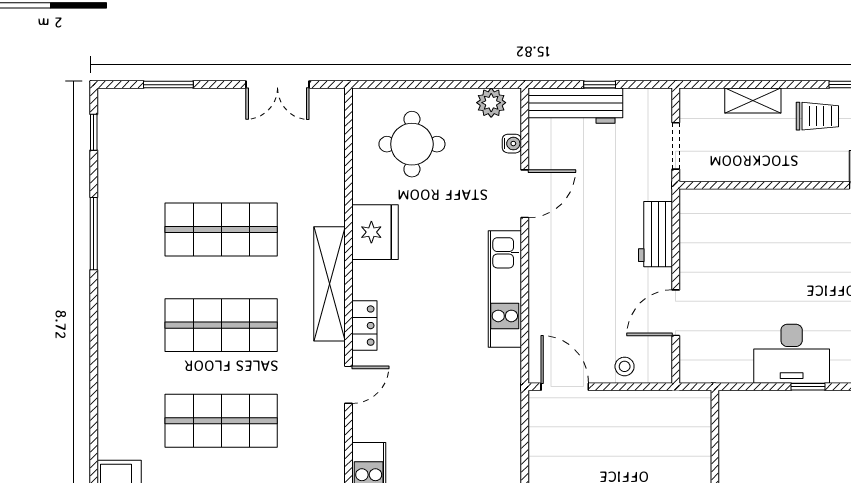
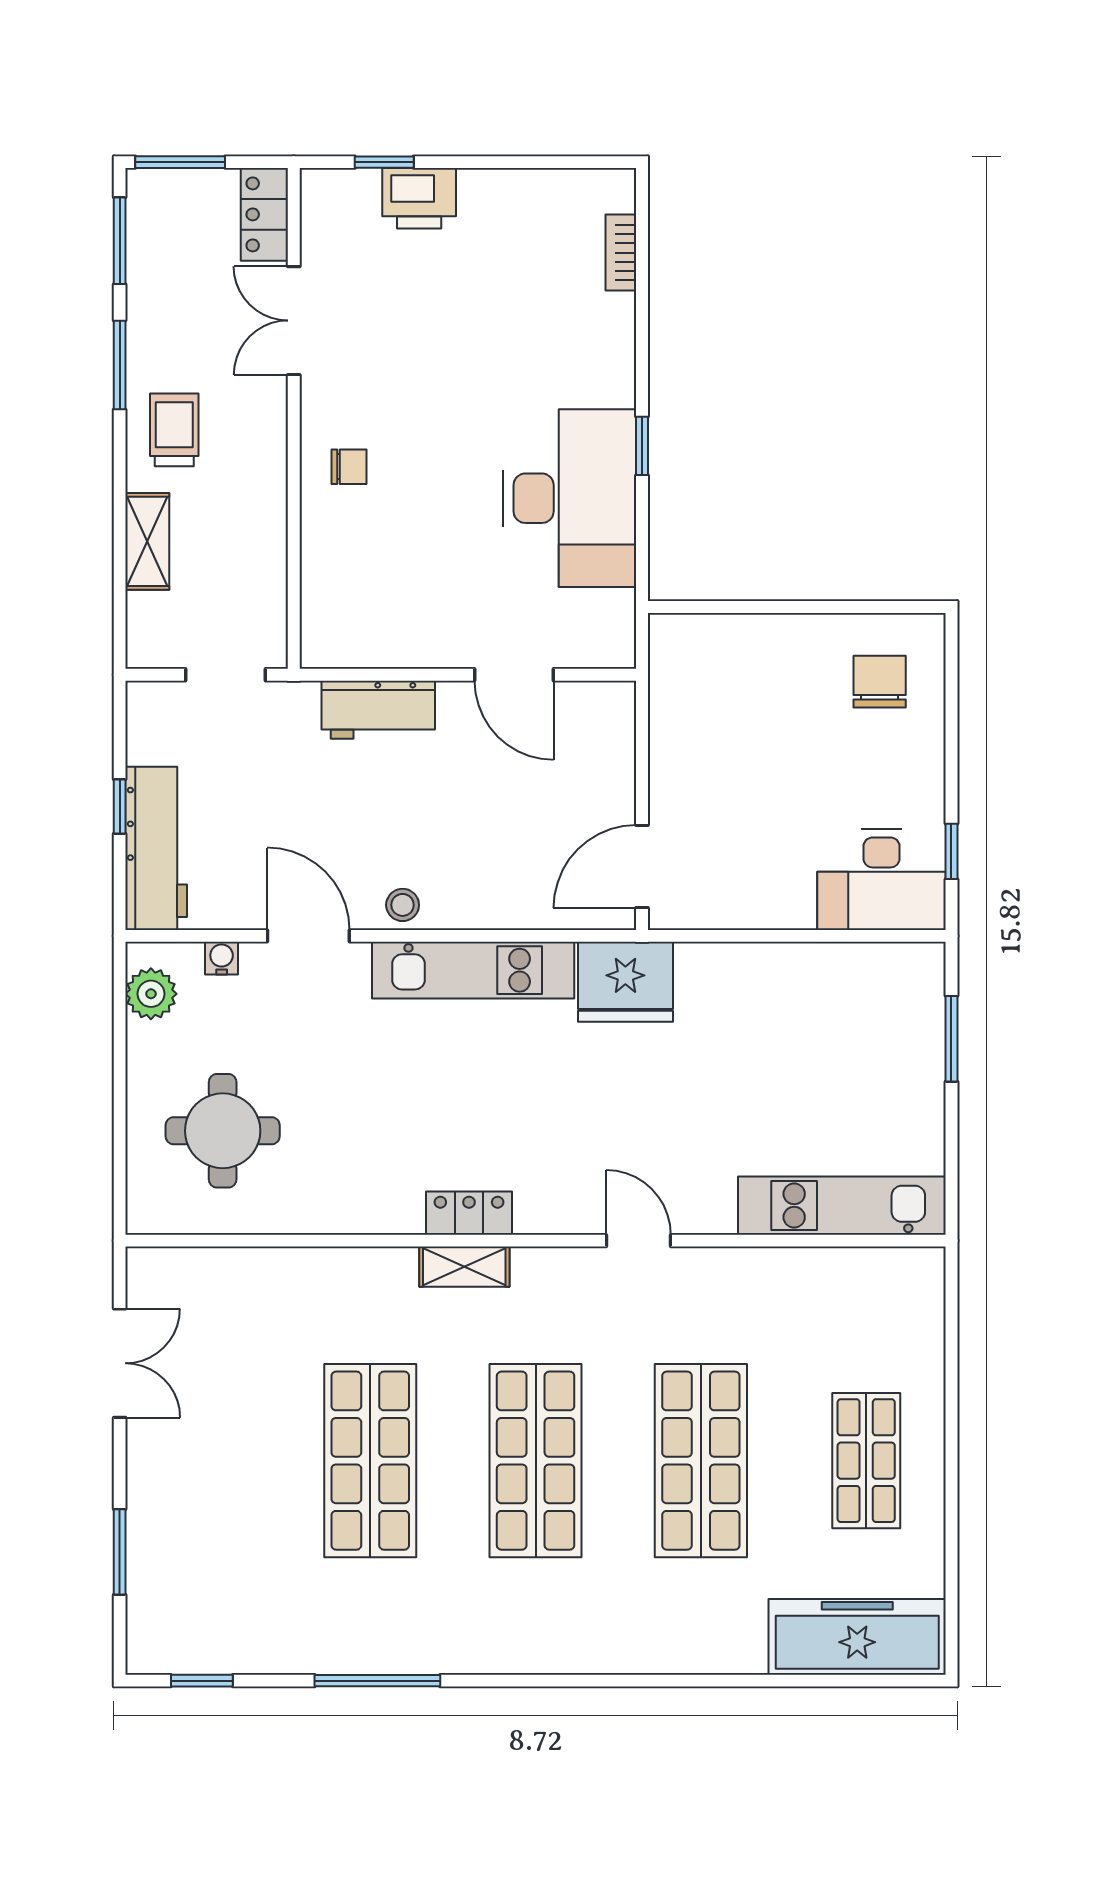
chair: (796, 217) -> (349, 467), added
fridge: (375, 232) -> (625, 982), moved, turned 180
shelving: (329, 284) -> (464, 1267), width x0.45, depth x0.75
locker: (364, 326) -> (469, 1213), moved
desk: (792, 354) -> (570, 498), width x1.36, depth x1.30
stool: (625, 366) -> (403, 905), moved

